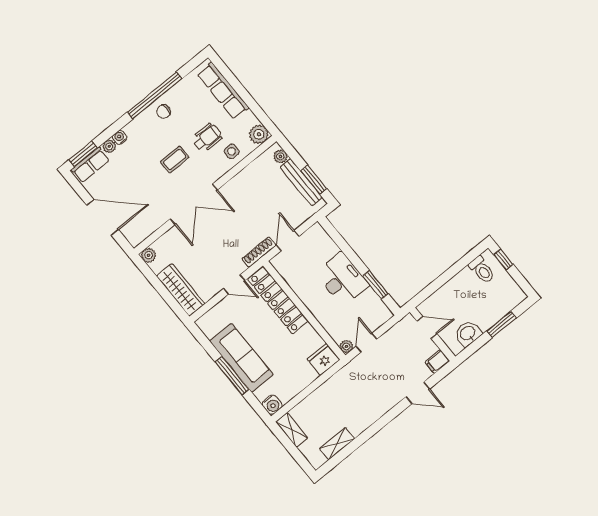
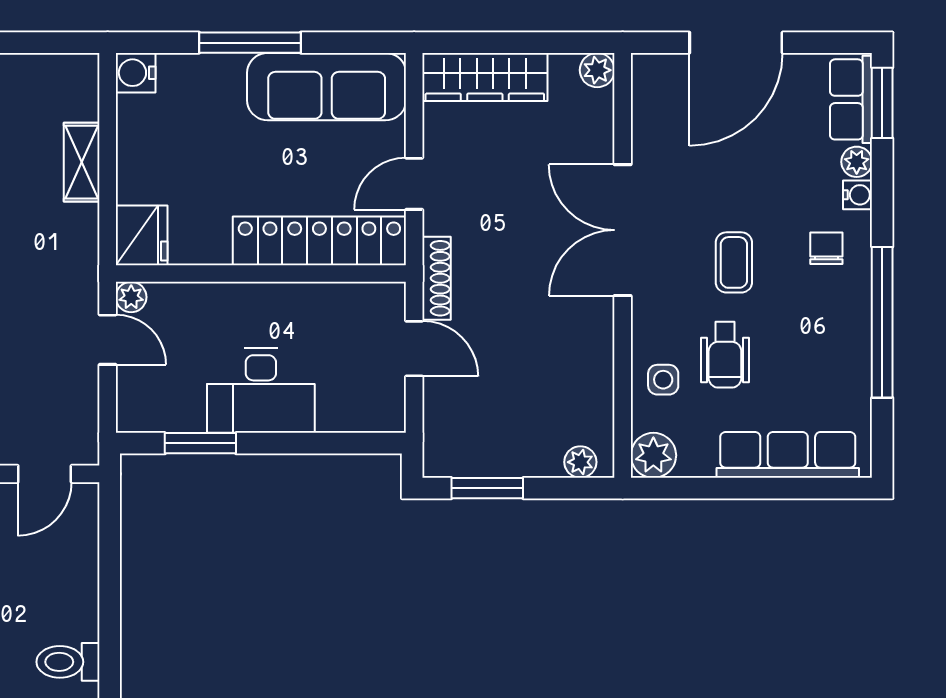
chair: (164, 112) -> (826, 248), moved
bench: (301, 182) -> (501, 461), removed
sofa: (241, 358) -> (327, 87), moved
shelving: (292, 430) -> (82, 162), moved, turned 90

